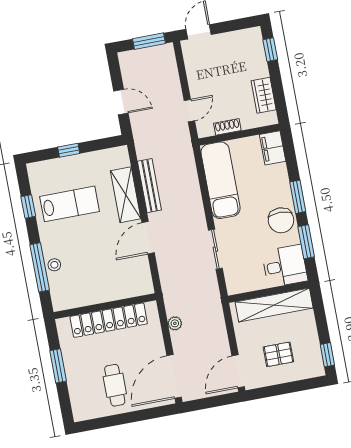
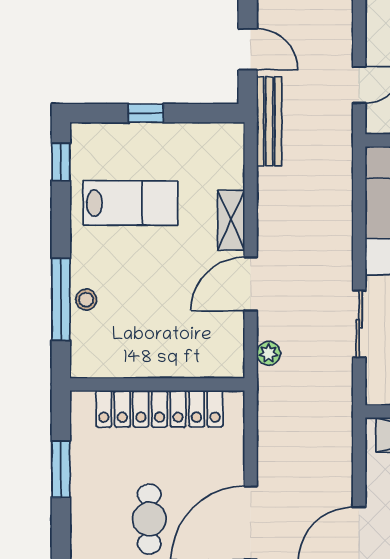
bench: (149, 186) -> (269, 121), moved
shelving: (126, 195) -> (231, 220), width x0.67, depth x0.75
window: (28, 206) -> (61, 162), moved
plant: (175, 323) -> (269, 353), moved

